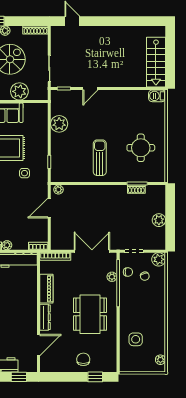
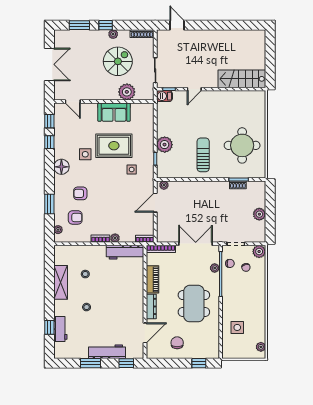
stairs: (156, 62) -> (242, 79), moved, turned 90
barbecue: (157, 96) -> (164, 96), moved
plant: (59, 124) -> (165, 145), moved
round table: (141, 148) -> (242, 145), width x1.36, depth x1.36
chair: (83, 359) -> (177, 343), moved

